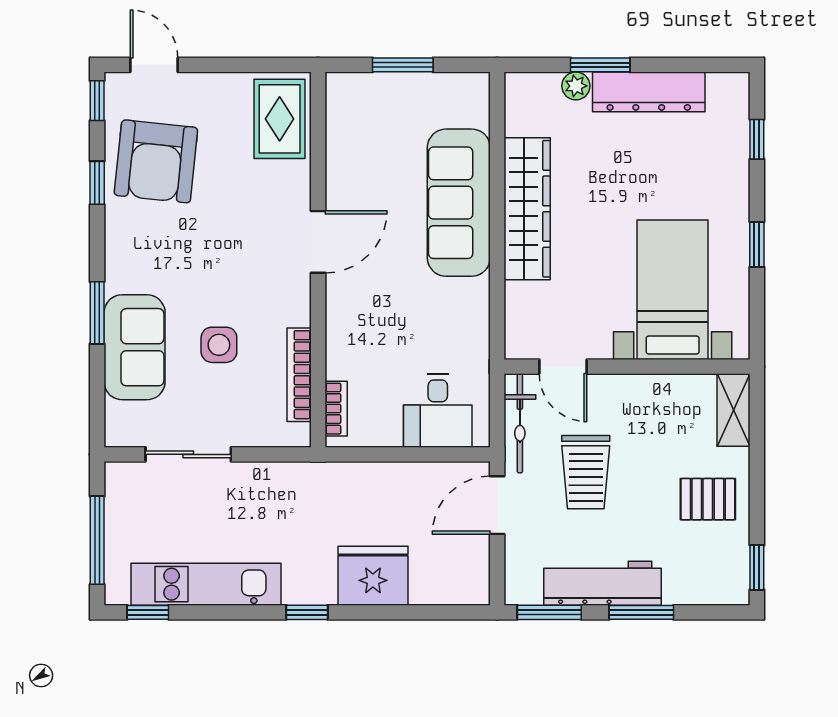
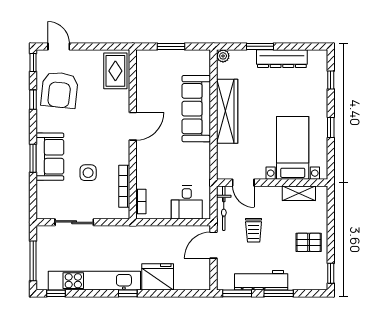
plant: (576, 86) -> (223, 56), moved
sofa: (135, 347) -> (50, 157), moved
shelving: (733, 410) -> (299, 193), moved, turned 90
trolley: (586, 472) -> (254, 230), width x0.73, depth x0.72
kitchen unit: (206, 584) -> (94, 281), width x1.36

